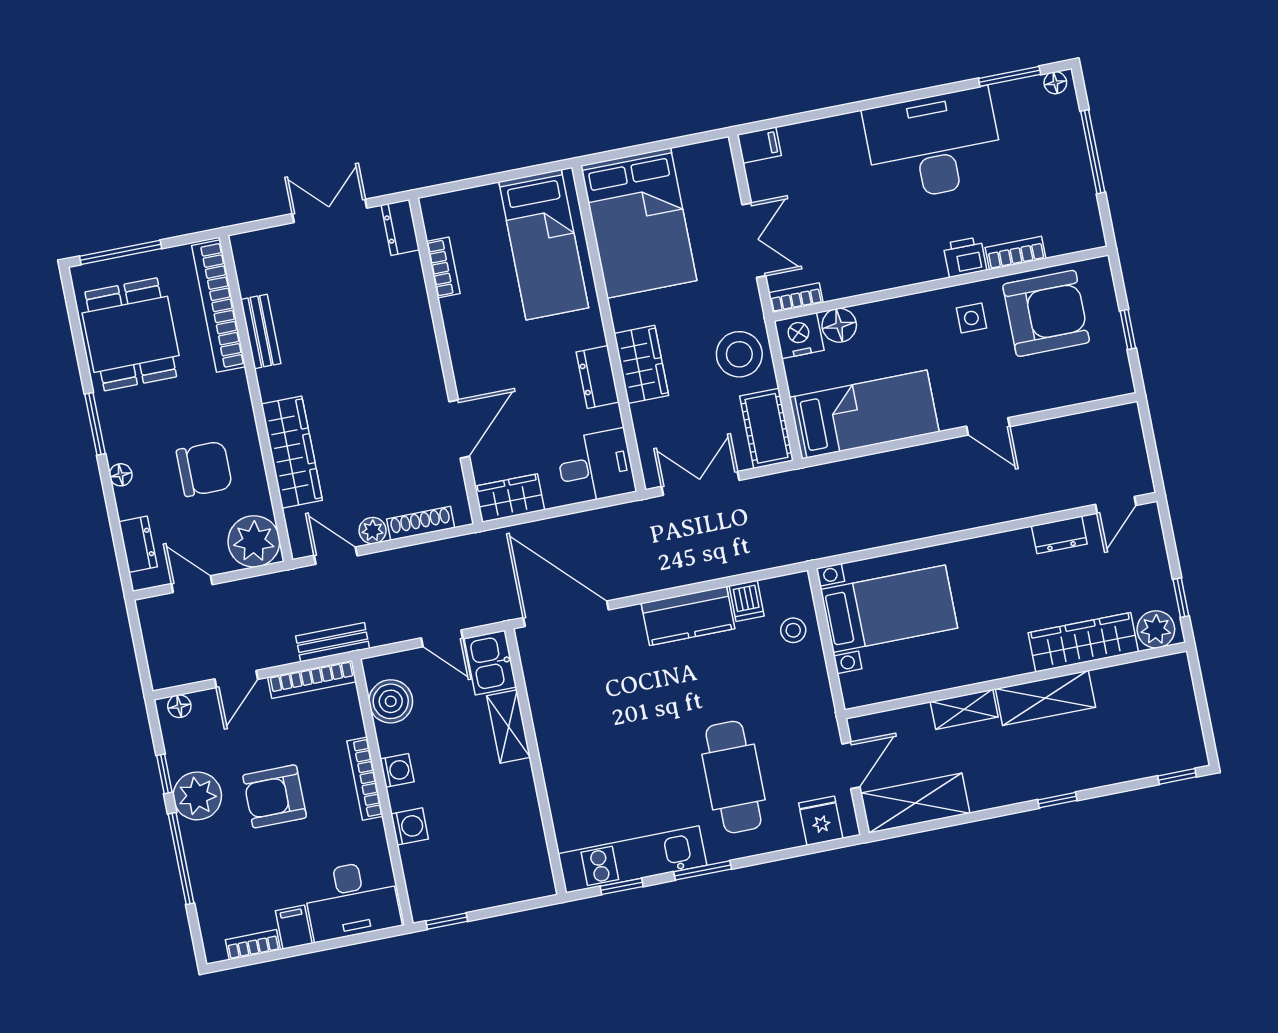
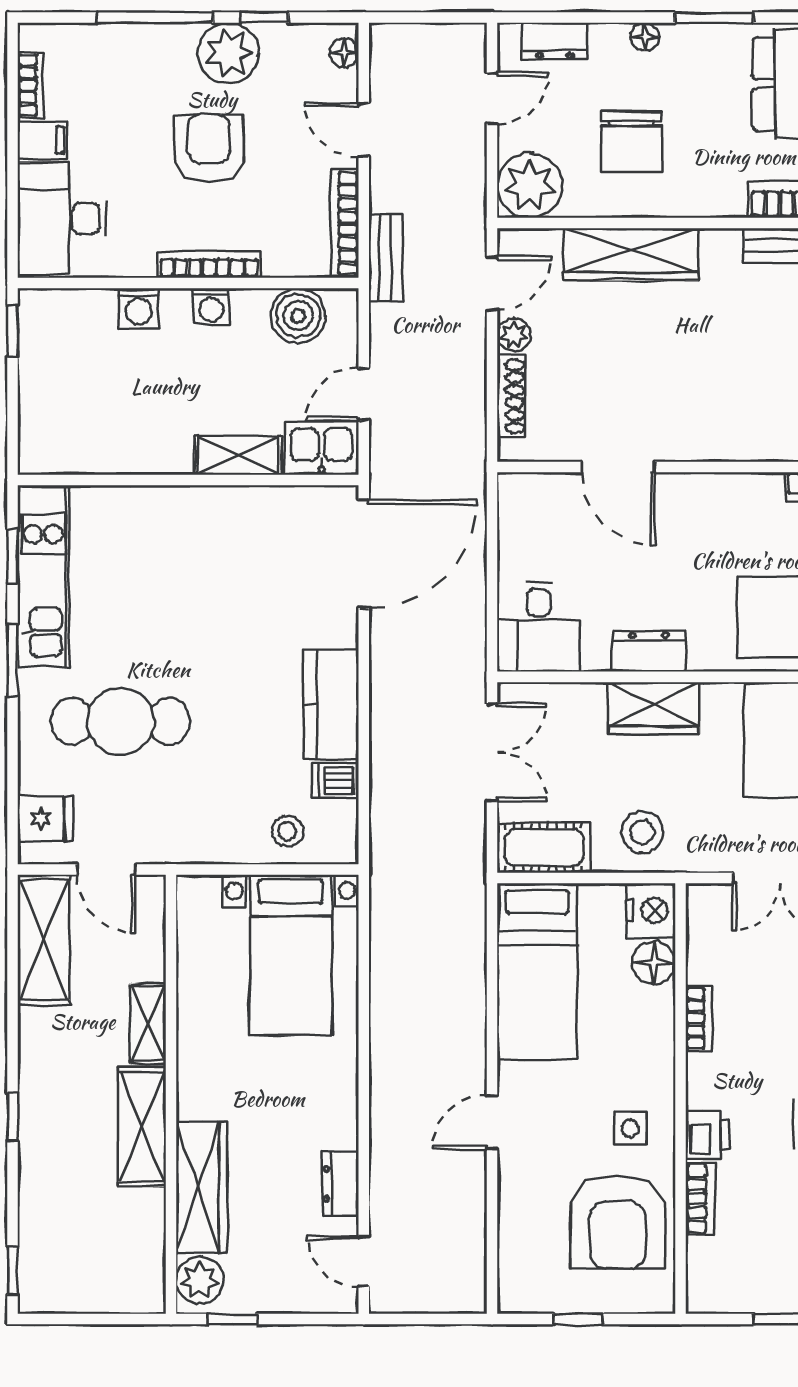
bookcase: (796, 298) -> (699, 1018), moved
stool: (739, 354) -> (642, 832), width x0.73, depth x0.73
wardrobe: (510, 498) -> (521, 513), removed

